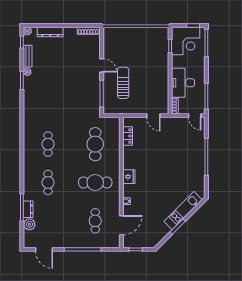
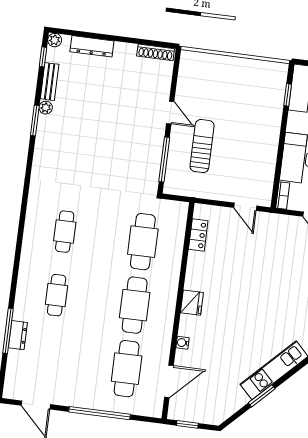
cafe table: (95, 182) -> (135, 305), turned 90
cafe table: (95, 221) -> (127, 369), width x1.37, depth x1.35
plant: (29, 224) -> (17, 360), removed

